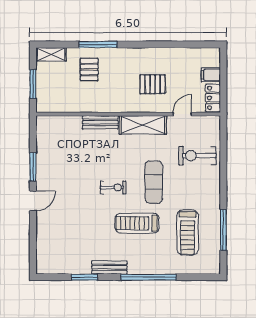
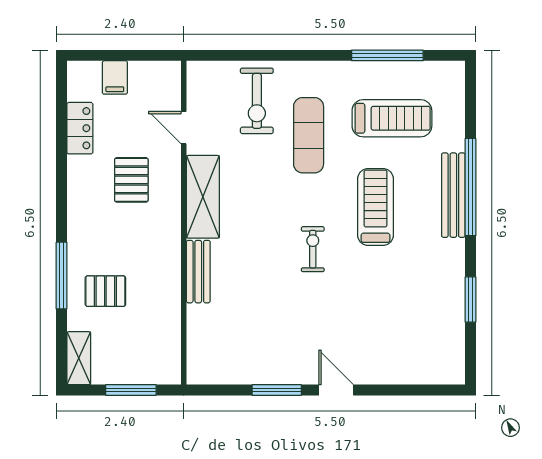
locker: (213, 98) -> (80, 128), moved, turned -90
exercise mat: (154, 182) -> (309, 135), moved, turned 90
treadmill: (137, 223) -> (375, 207), turned 180
bench: (109, 267) -> (453, 195), moved, width x1.36

